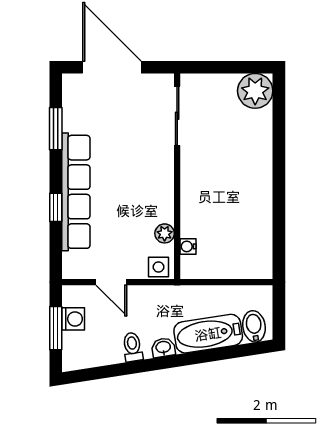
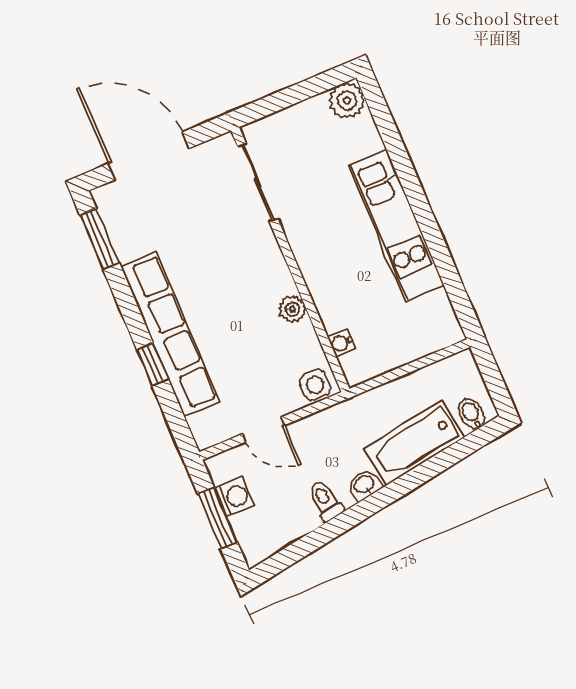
plant: (255, 91) -> (347, 101), width x0.73, depth x0.73
window: (56, 129) -> (99, 239), moved
kitchen unit: (258, 183) -> (396, 225), added
plant: (165, 233) -> (292, 309), moved
bidet: (254, 326) -> (472, 414), width x0.72, depth x0.74

